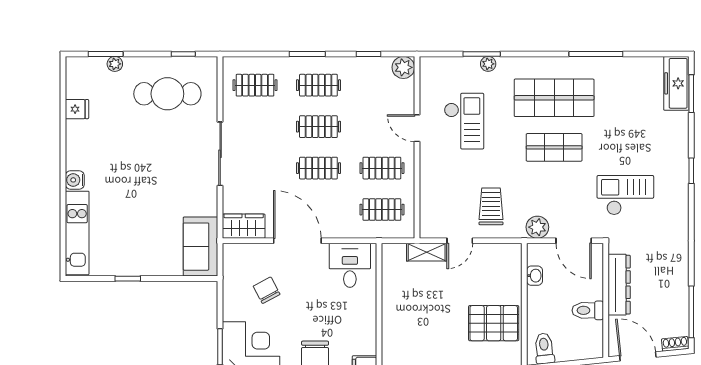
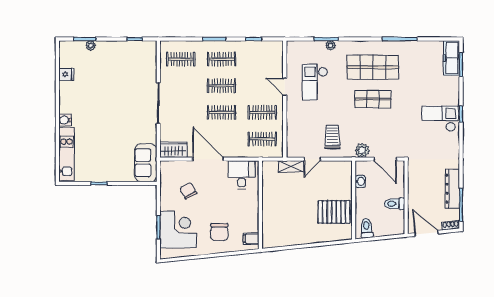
plant: (403, 67) -> (276, 48), removed
cafe table: (167, 94) -> (125, 65), removed
checkout: (464, 121) -> (315, 82), turned 180
checkout: (625, 195) -> (440, 119), moved
dresser: (619, 285) -> (452, 189), moved, turned 180

